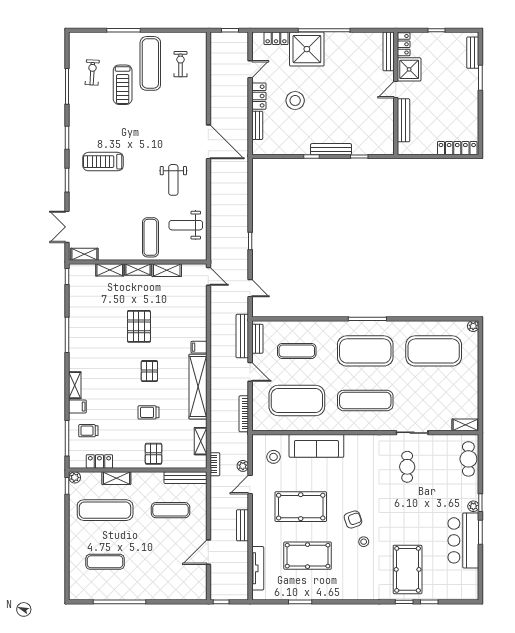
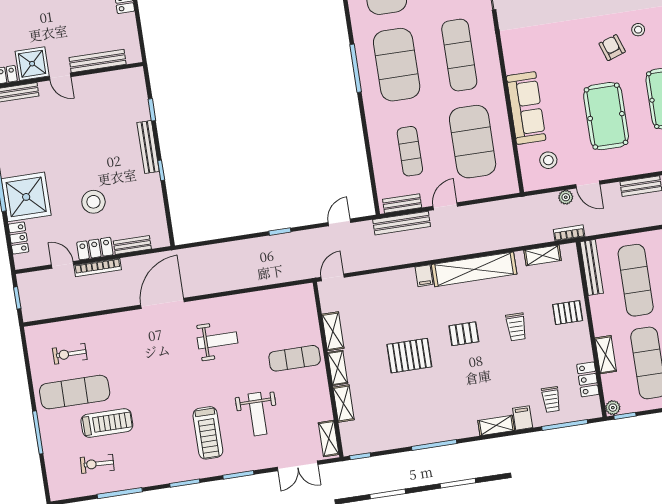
weight bench: (186, 225) -> (257, 414), moved
bookcase: (244, 414) -> (98, 268), moved
exercise mat: (170, 510) -> (636, 280), width x1.36, depth x1.45

